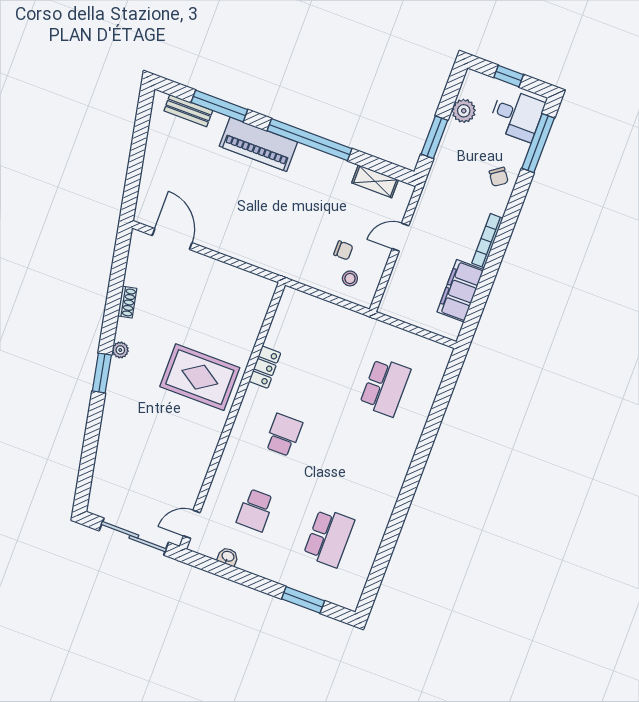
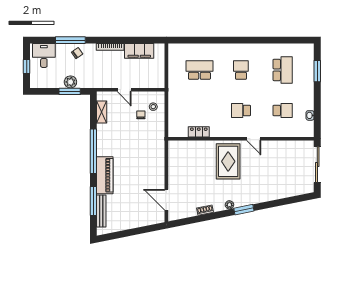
bench: (188, 111) -> (101, 211), width x1.36
plant: (464, 111) -> (70, 82), moved
window: (538, 143) -> (70, 40), moved
door: (172, 239) -> (166, 200), hinge flipped
locker: (265, 367) -> (199, 132), moved
school desk: (357, 462) -> (241, 70), added
door: (192, 524) -> (254, 139), moved
school desk: (329, 538) -> (283, 70), turned 90

